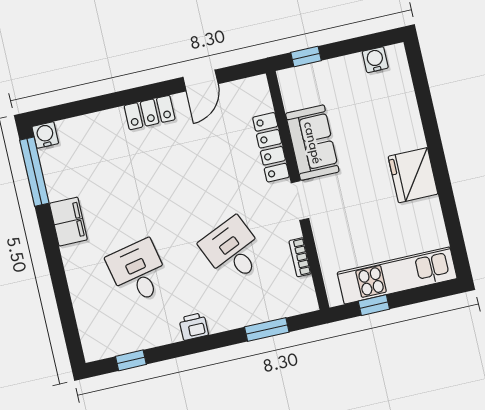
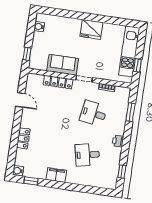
locker: (150, 113) -> (23, 138), moved
window: (34, 172) -> (31, 181), width x0.46
desk: (233, 250) -> (93, 113), turned 33

